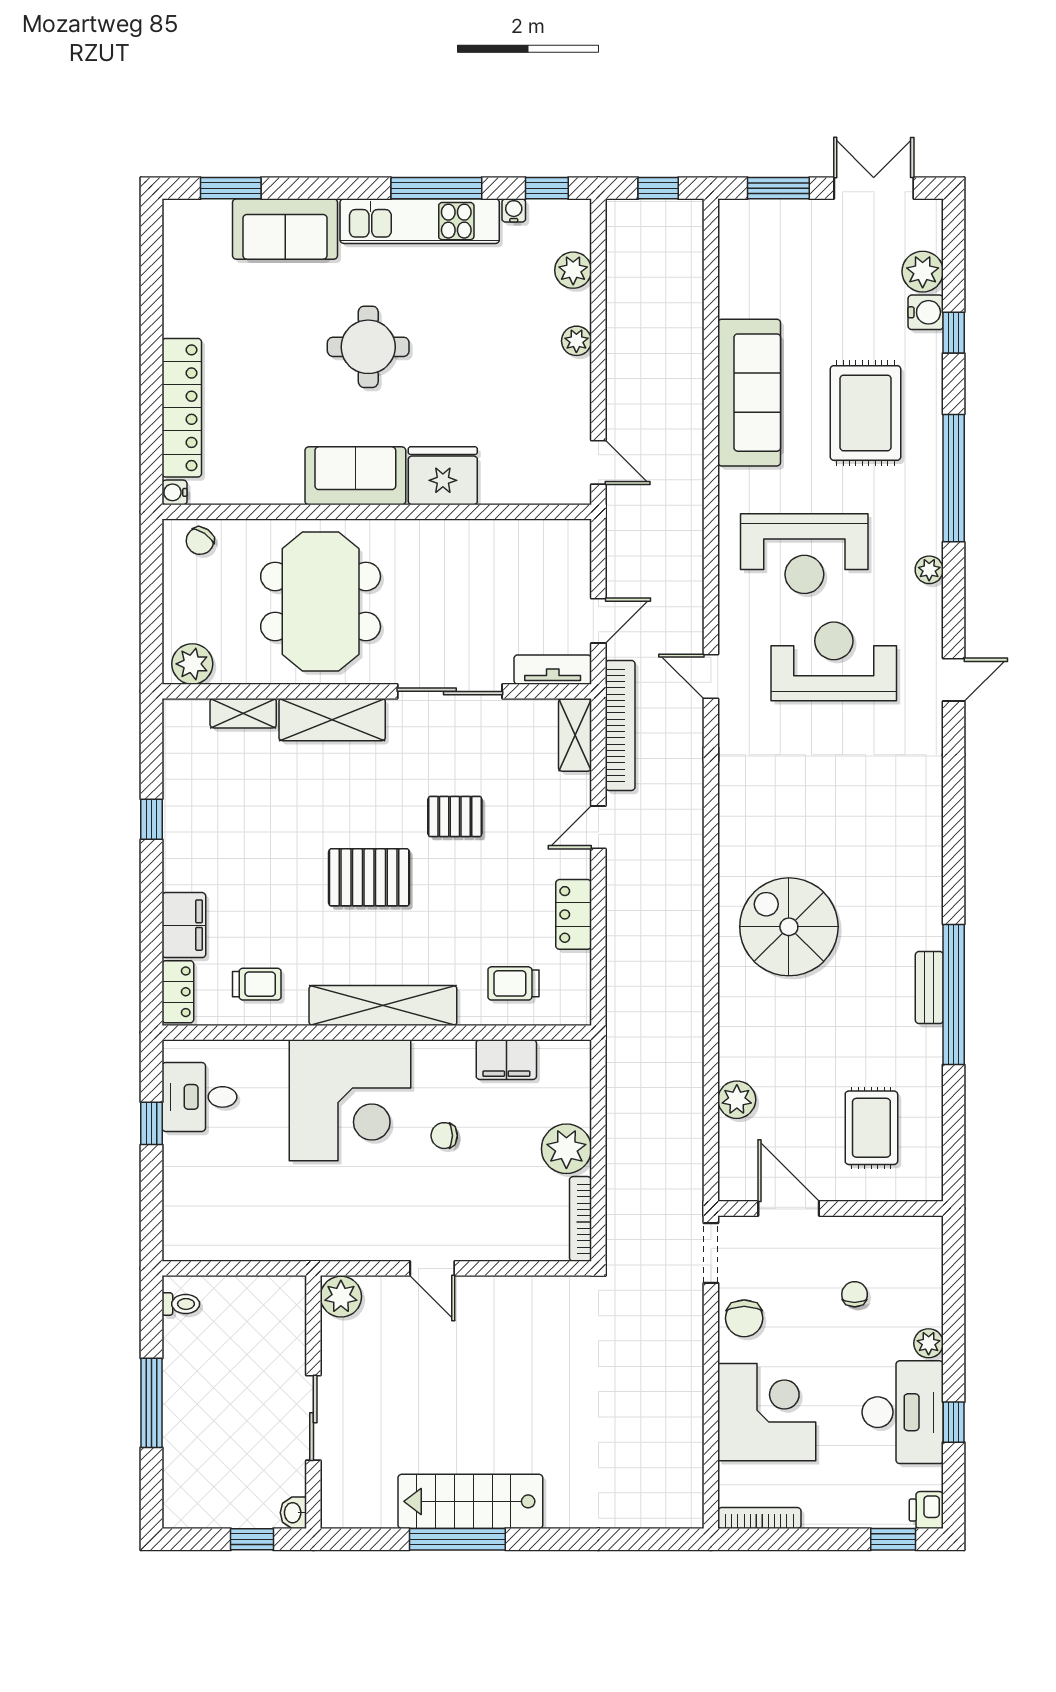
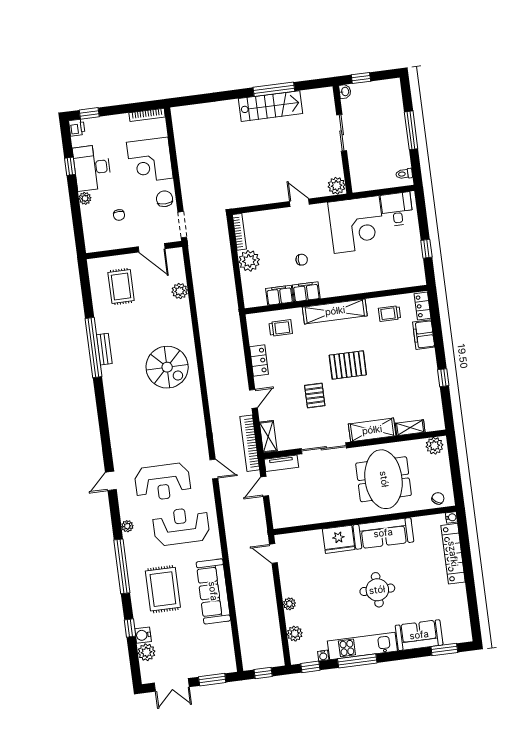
sofa: (355, 476) -> (383, 533), width x1.36
pallet: (455, 816) -> (315, 396), turned 90
filing cabinet: (443, 1060) -> (306, 292), added
desk: (199, 1097) -> (397, 209), moved, turned -90
corner desk: (350, 1100) -> (357, 224), moved, turned 180

